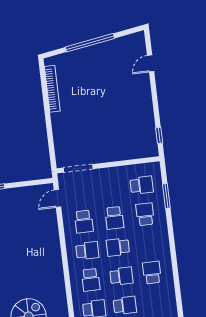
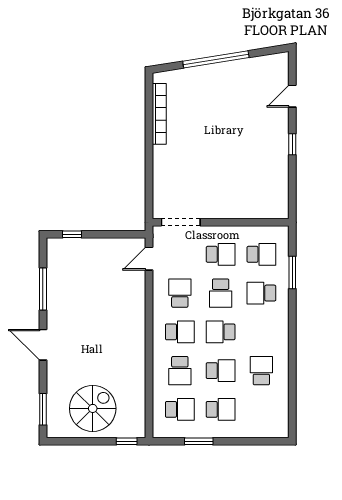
window: (159, 135) -> (292, 144), moved
school desk: (111, 189) -> (221, 254), added
school desk: (145, 214) -> (261, 293), turned -90
school desk: (84, 222) -> (180, 293), turned 180

